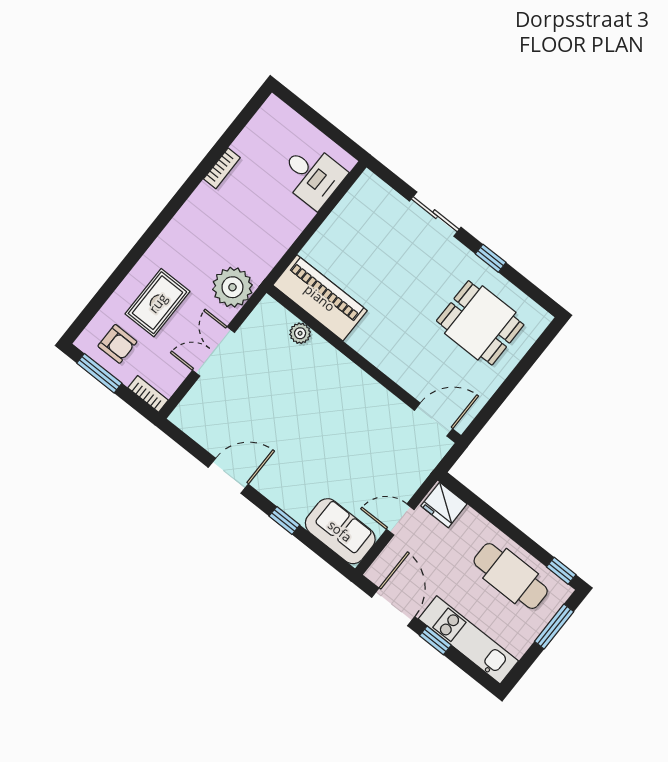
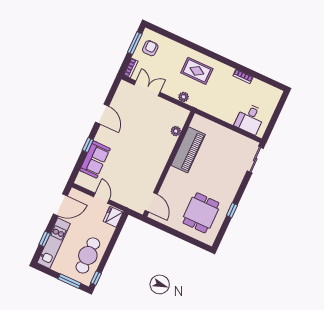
sliding door: (435, 214) -> (255, 160), moved
plant: (232, 287) -> (183, 97), width x0.53, depth x0.53
piano: (320, 298) -> (188, 150), moved
rug: (158, 303) -> (197, 71), moved
armchair: (117, 344) -> (150, 48), turned 180
double door: (214, 351) -> (147, 88), moved
sofa: (340, 531) -> (95, 159), moved
window: (435, 640) -> (45, 239), moved

